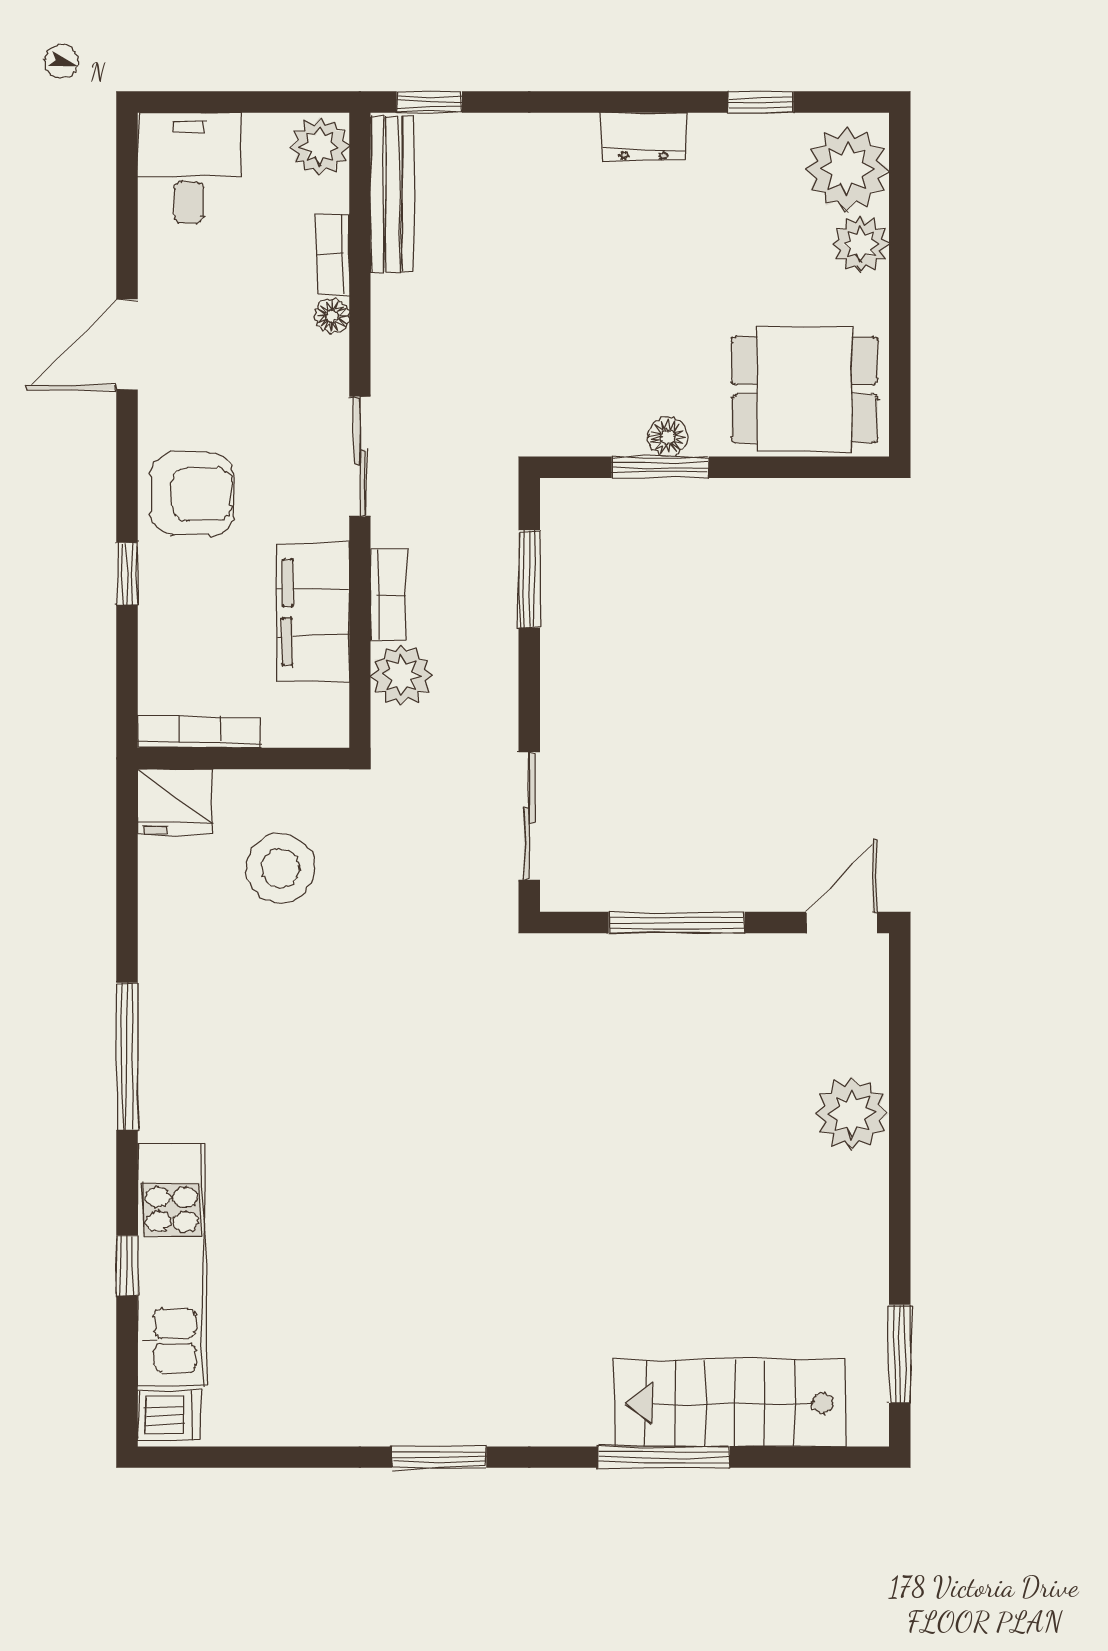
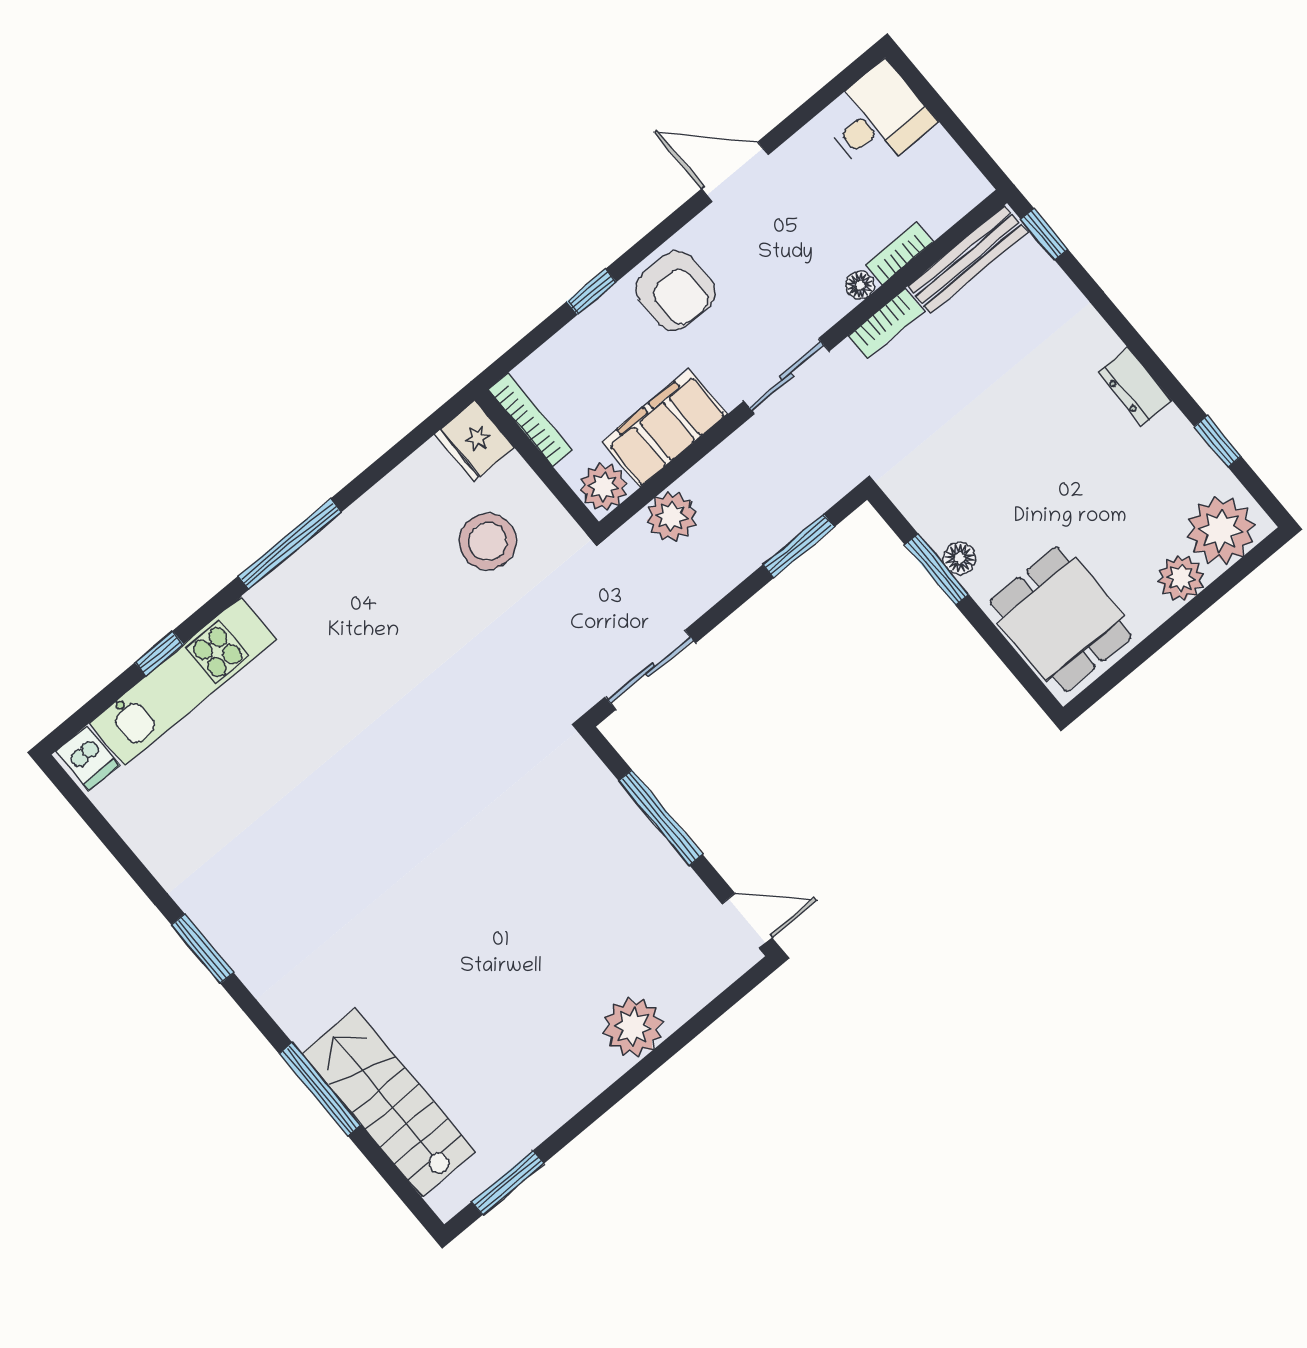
plant: (320, 146) -> (604, 487), moved
bookcase: (389, 595) -> (886, 324), moved

